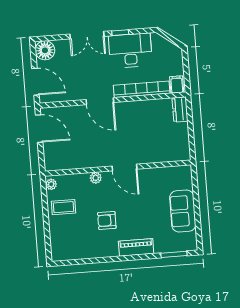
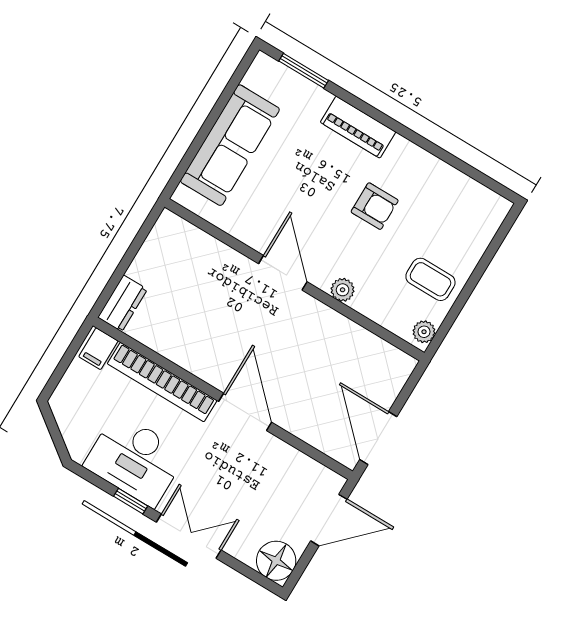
door: (35, 82) -> (329, 520), swing flipped
sofa: (183, 211) -> (230, 145), width x1.36

